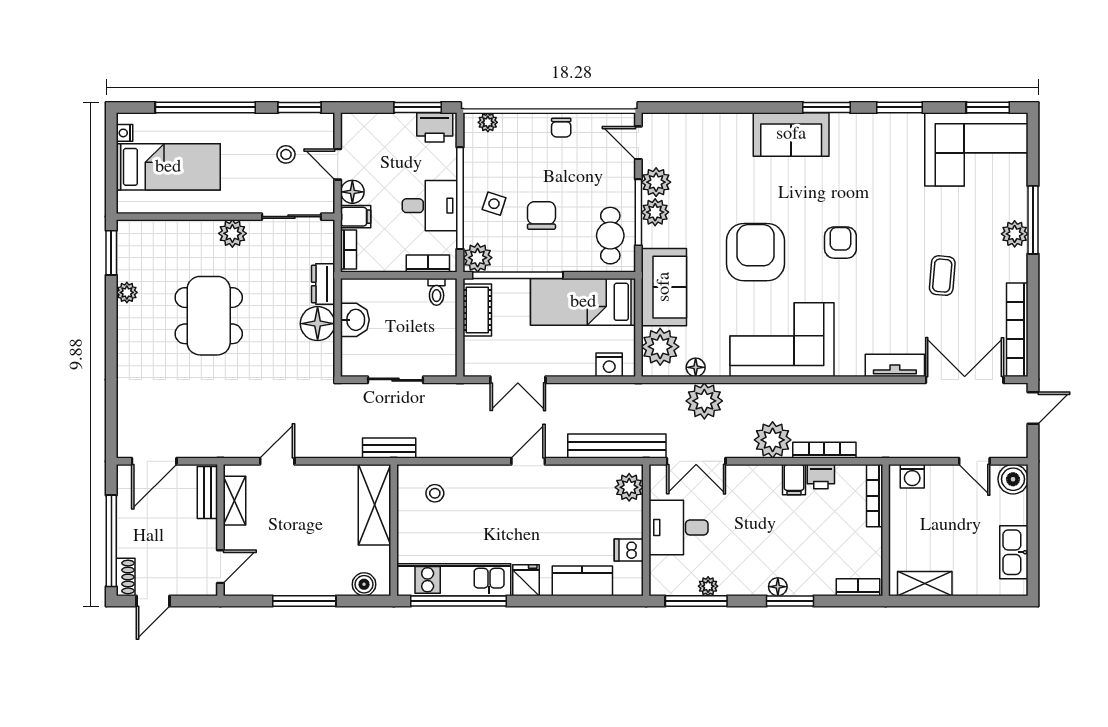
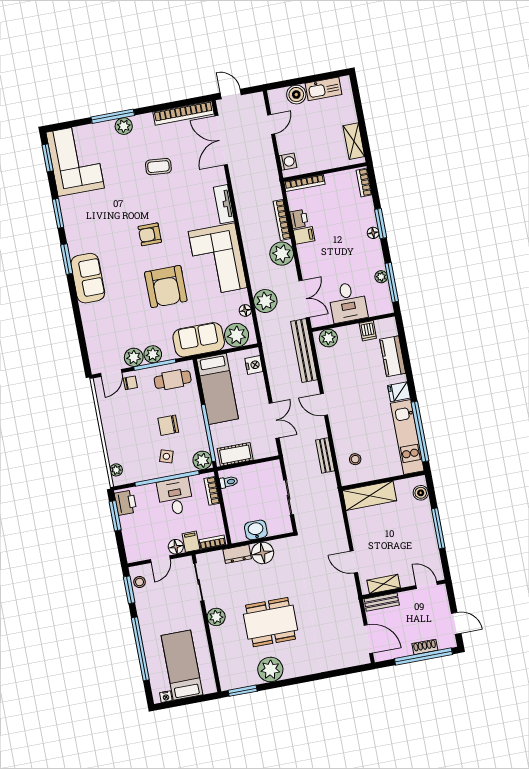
chair: (561, 128) -> (130, 383), moved
stool: (286, 154) -> (140, 582), moved
armchair: (755, 252) -> (166, 287), turned -90
plant: (127, 292) -> (270, 669), width x1.87, depth x1.87
tv unit: (895, 365) -> (224, 204), moved
bench: (389, 448) -> (325, 455), moved
boiler: (1013, 479) -> (296, 95), moved
shoe rack: (126, 577) -> (425, 647), moved

